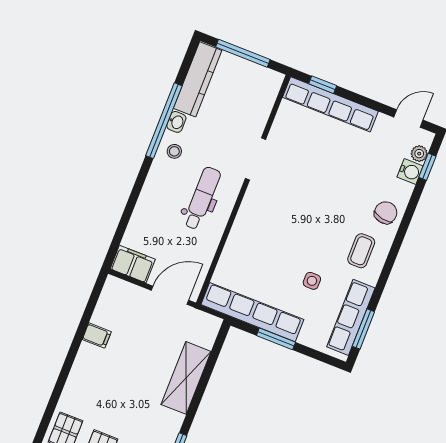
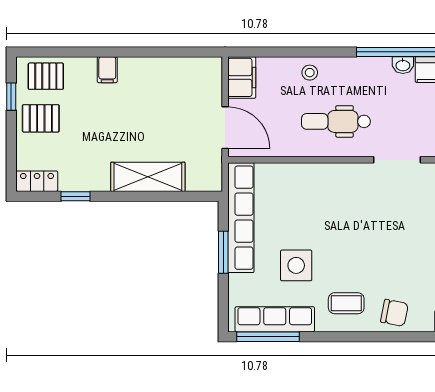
stool: (174, 151) -> (310, 73), moved
dental chair: (202, 198) -> (336, 121), turned 180
side table: (312, 281) -> (296, 265), width x1.87, depth x1.87
window: (363, 329) -> (268, 337), width x1.44
filing cabinet: (97, 336) -> (107, 70), moved

